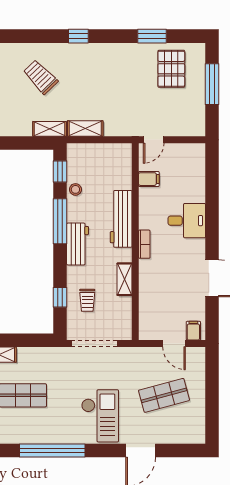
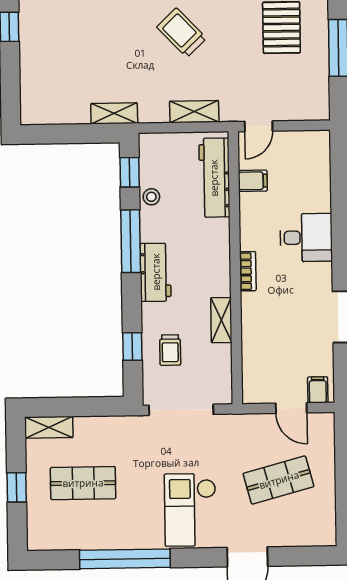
trolley: (40, 77) -> (182, 33), moved
shelving: (85, 128) -> (194, 112), moved
workbench: (121, 219) -> (214, 178), moved
checkout: (100, 416) -> (190, 510), turned 180

